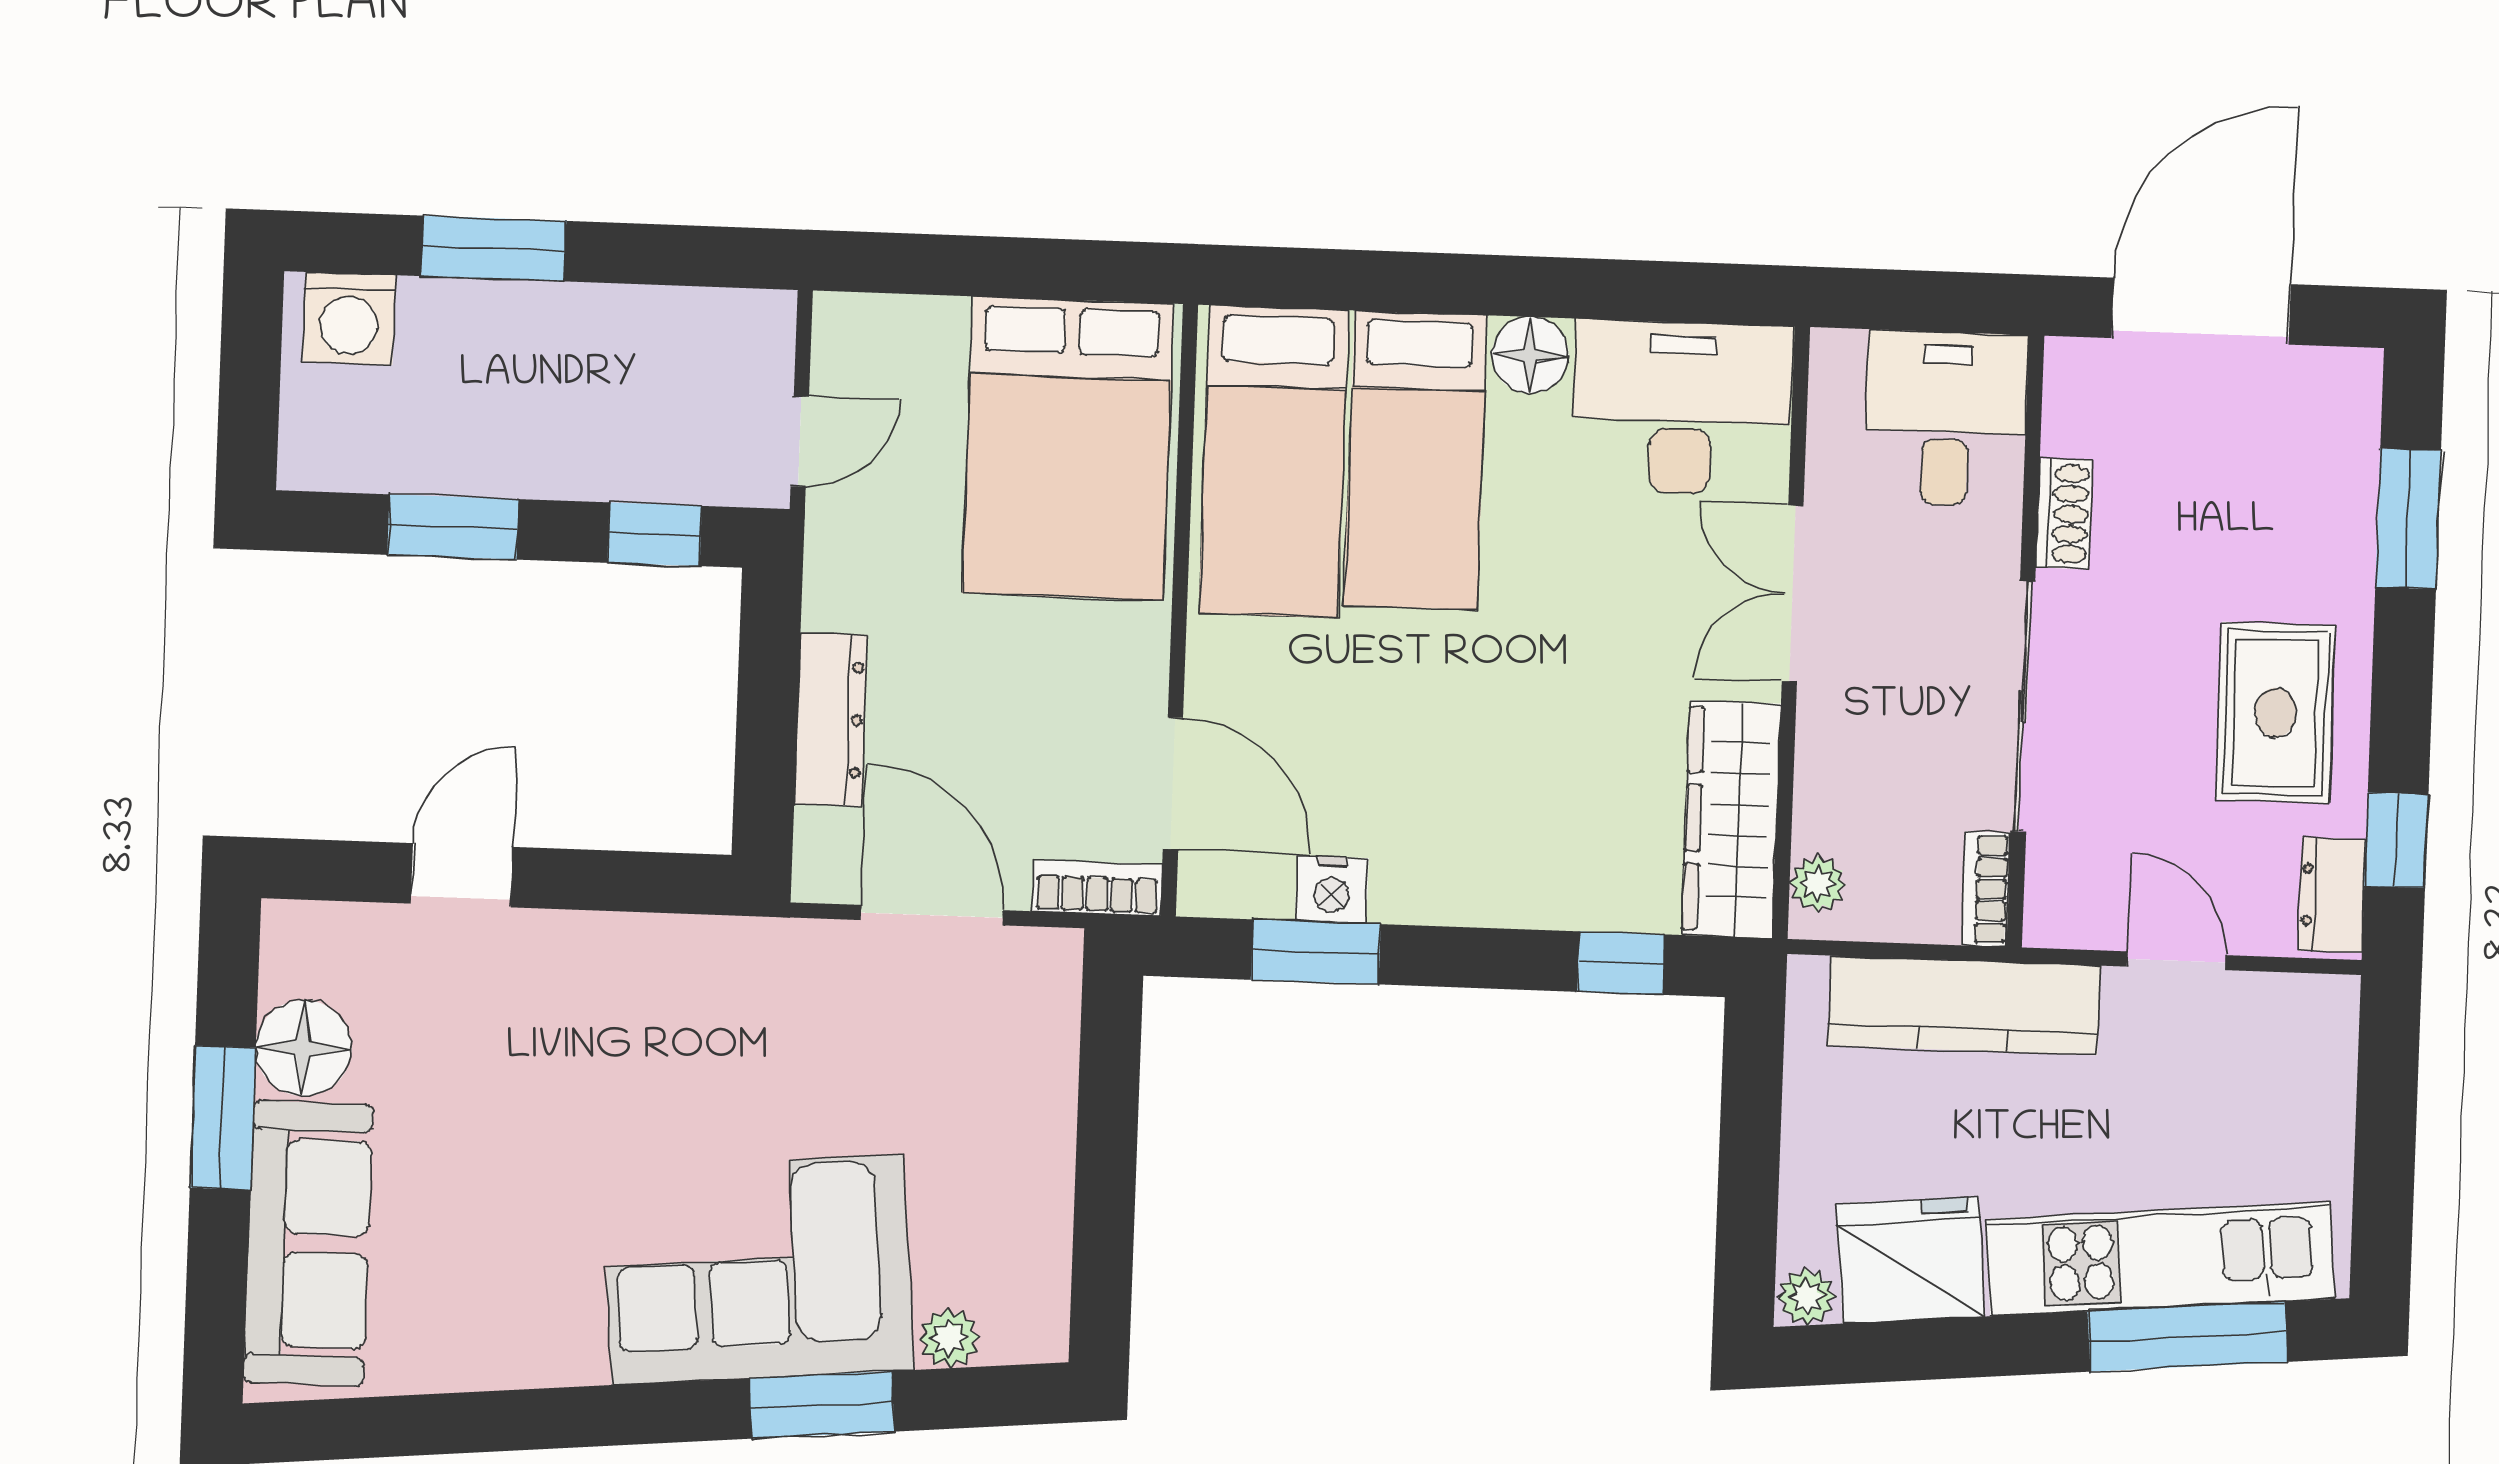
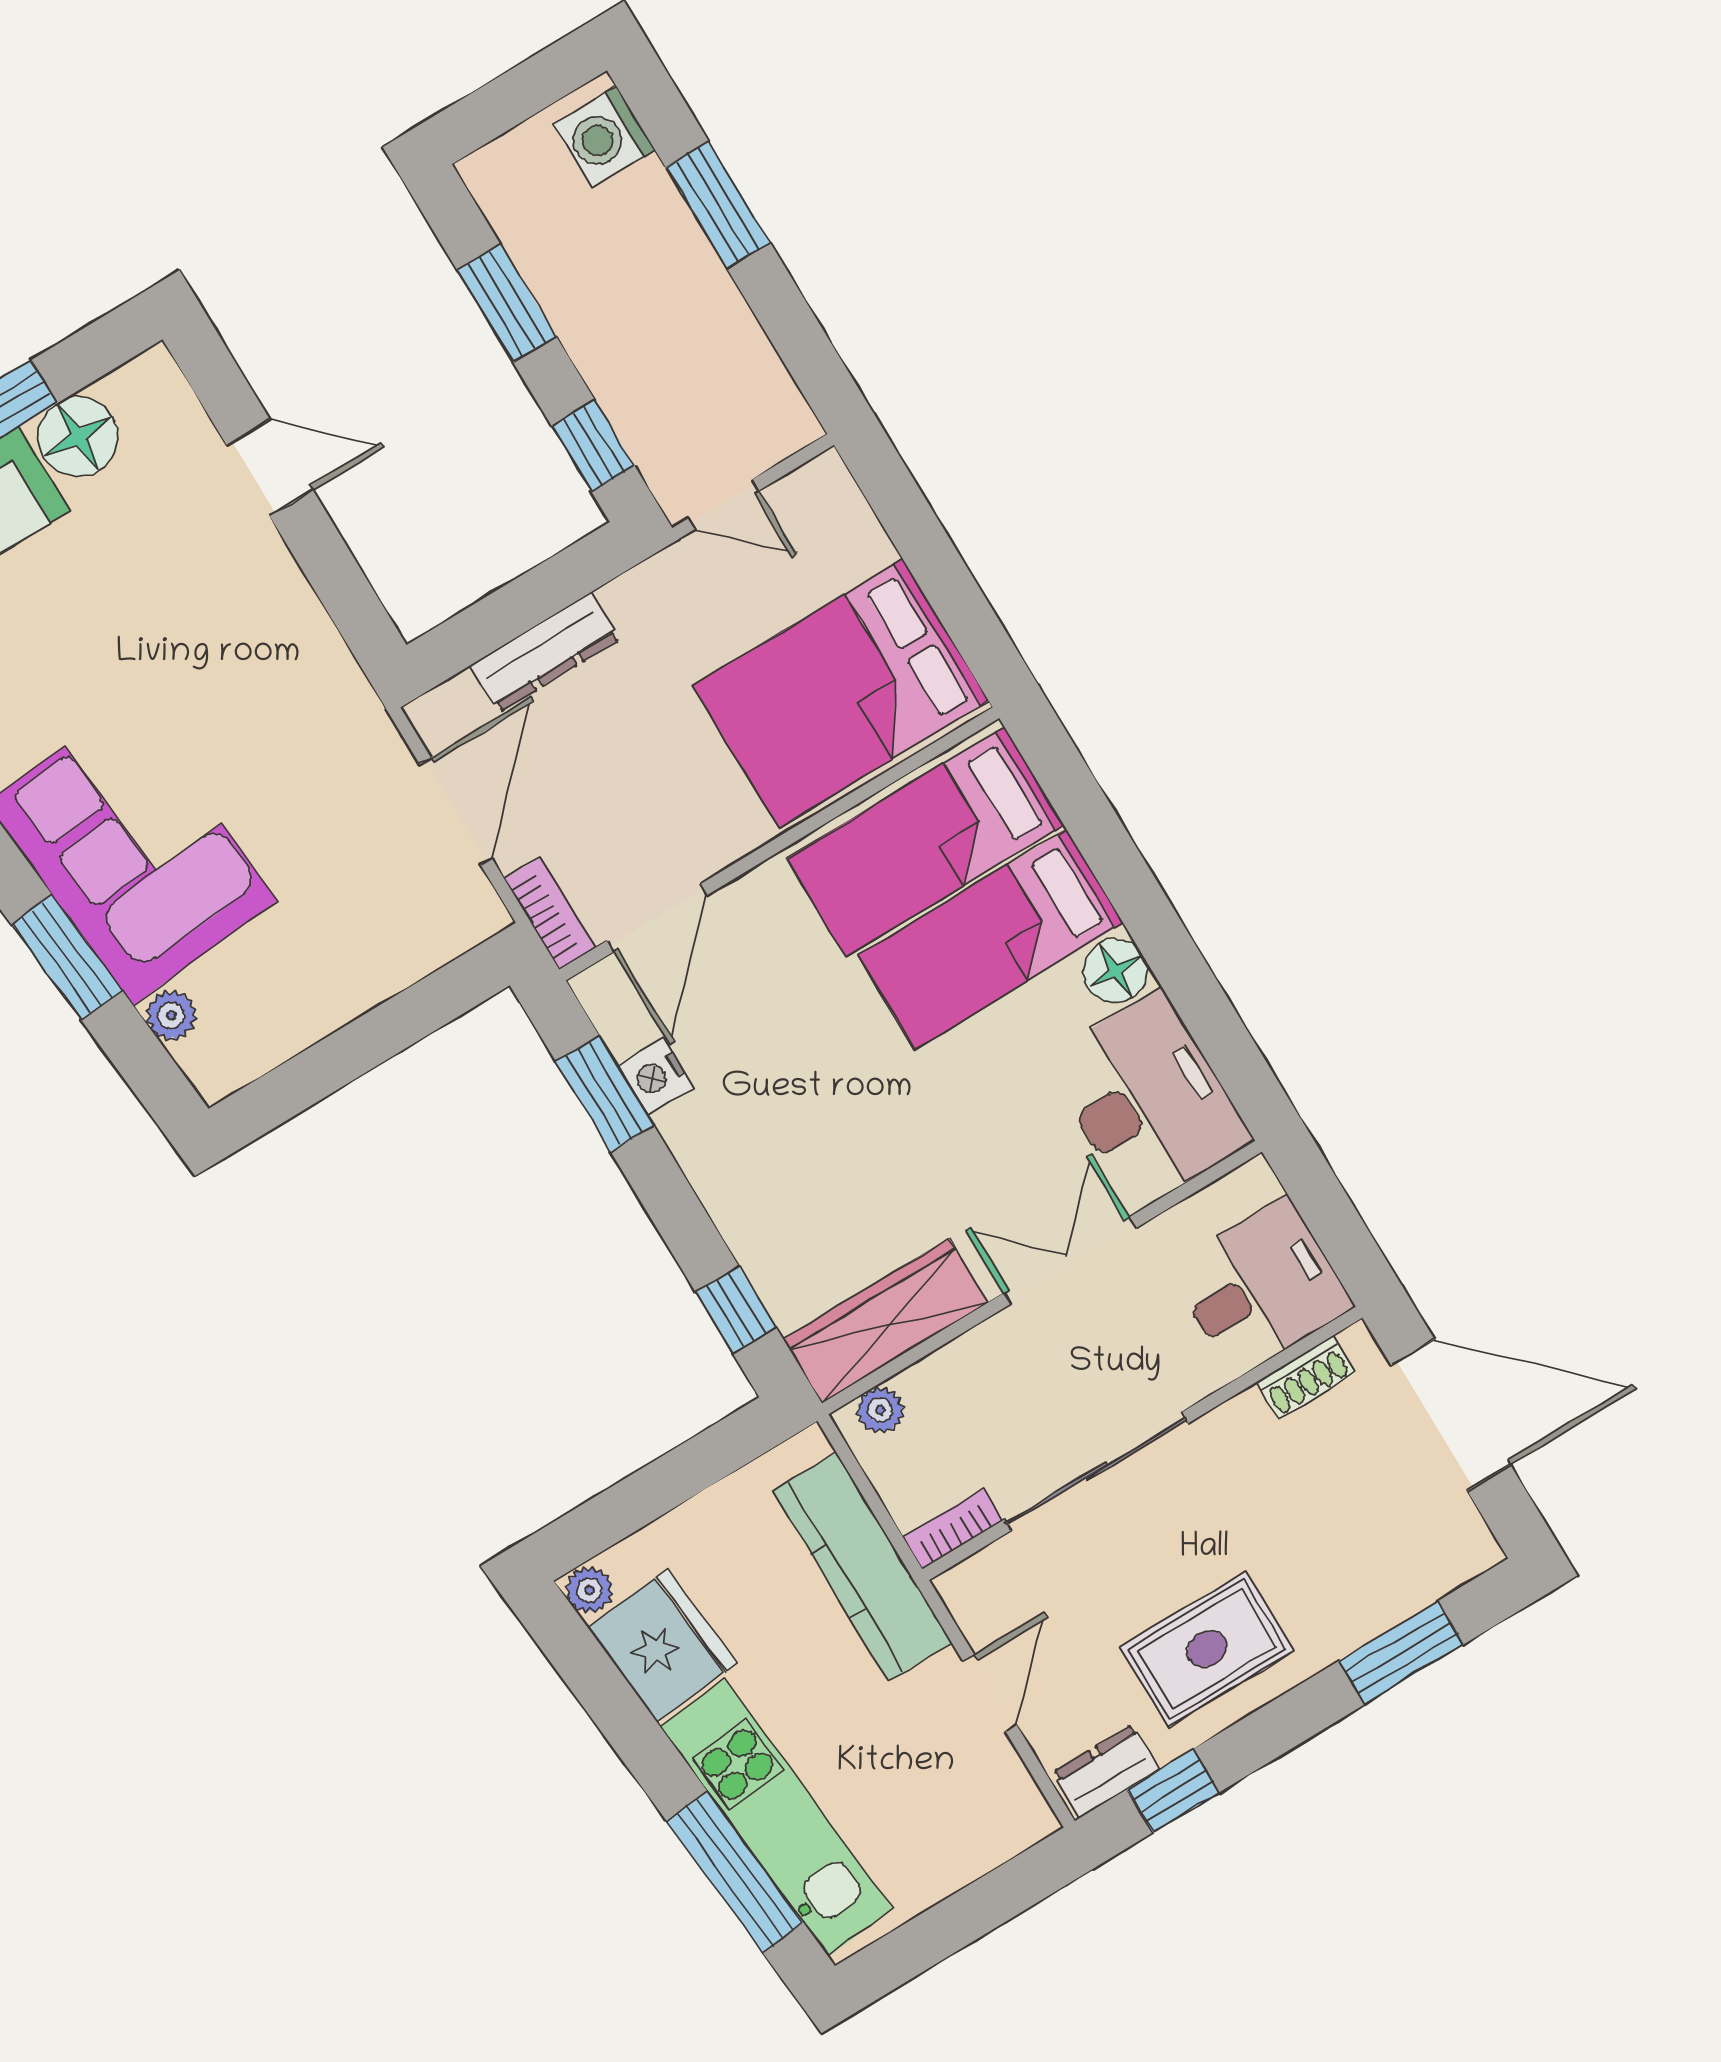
shoe rack: (2064, 514) -> (1306, 1378), moved

